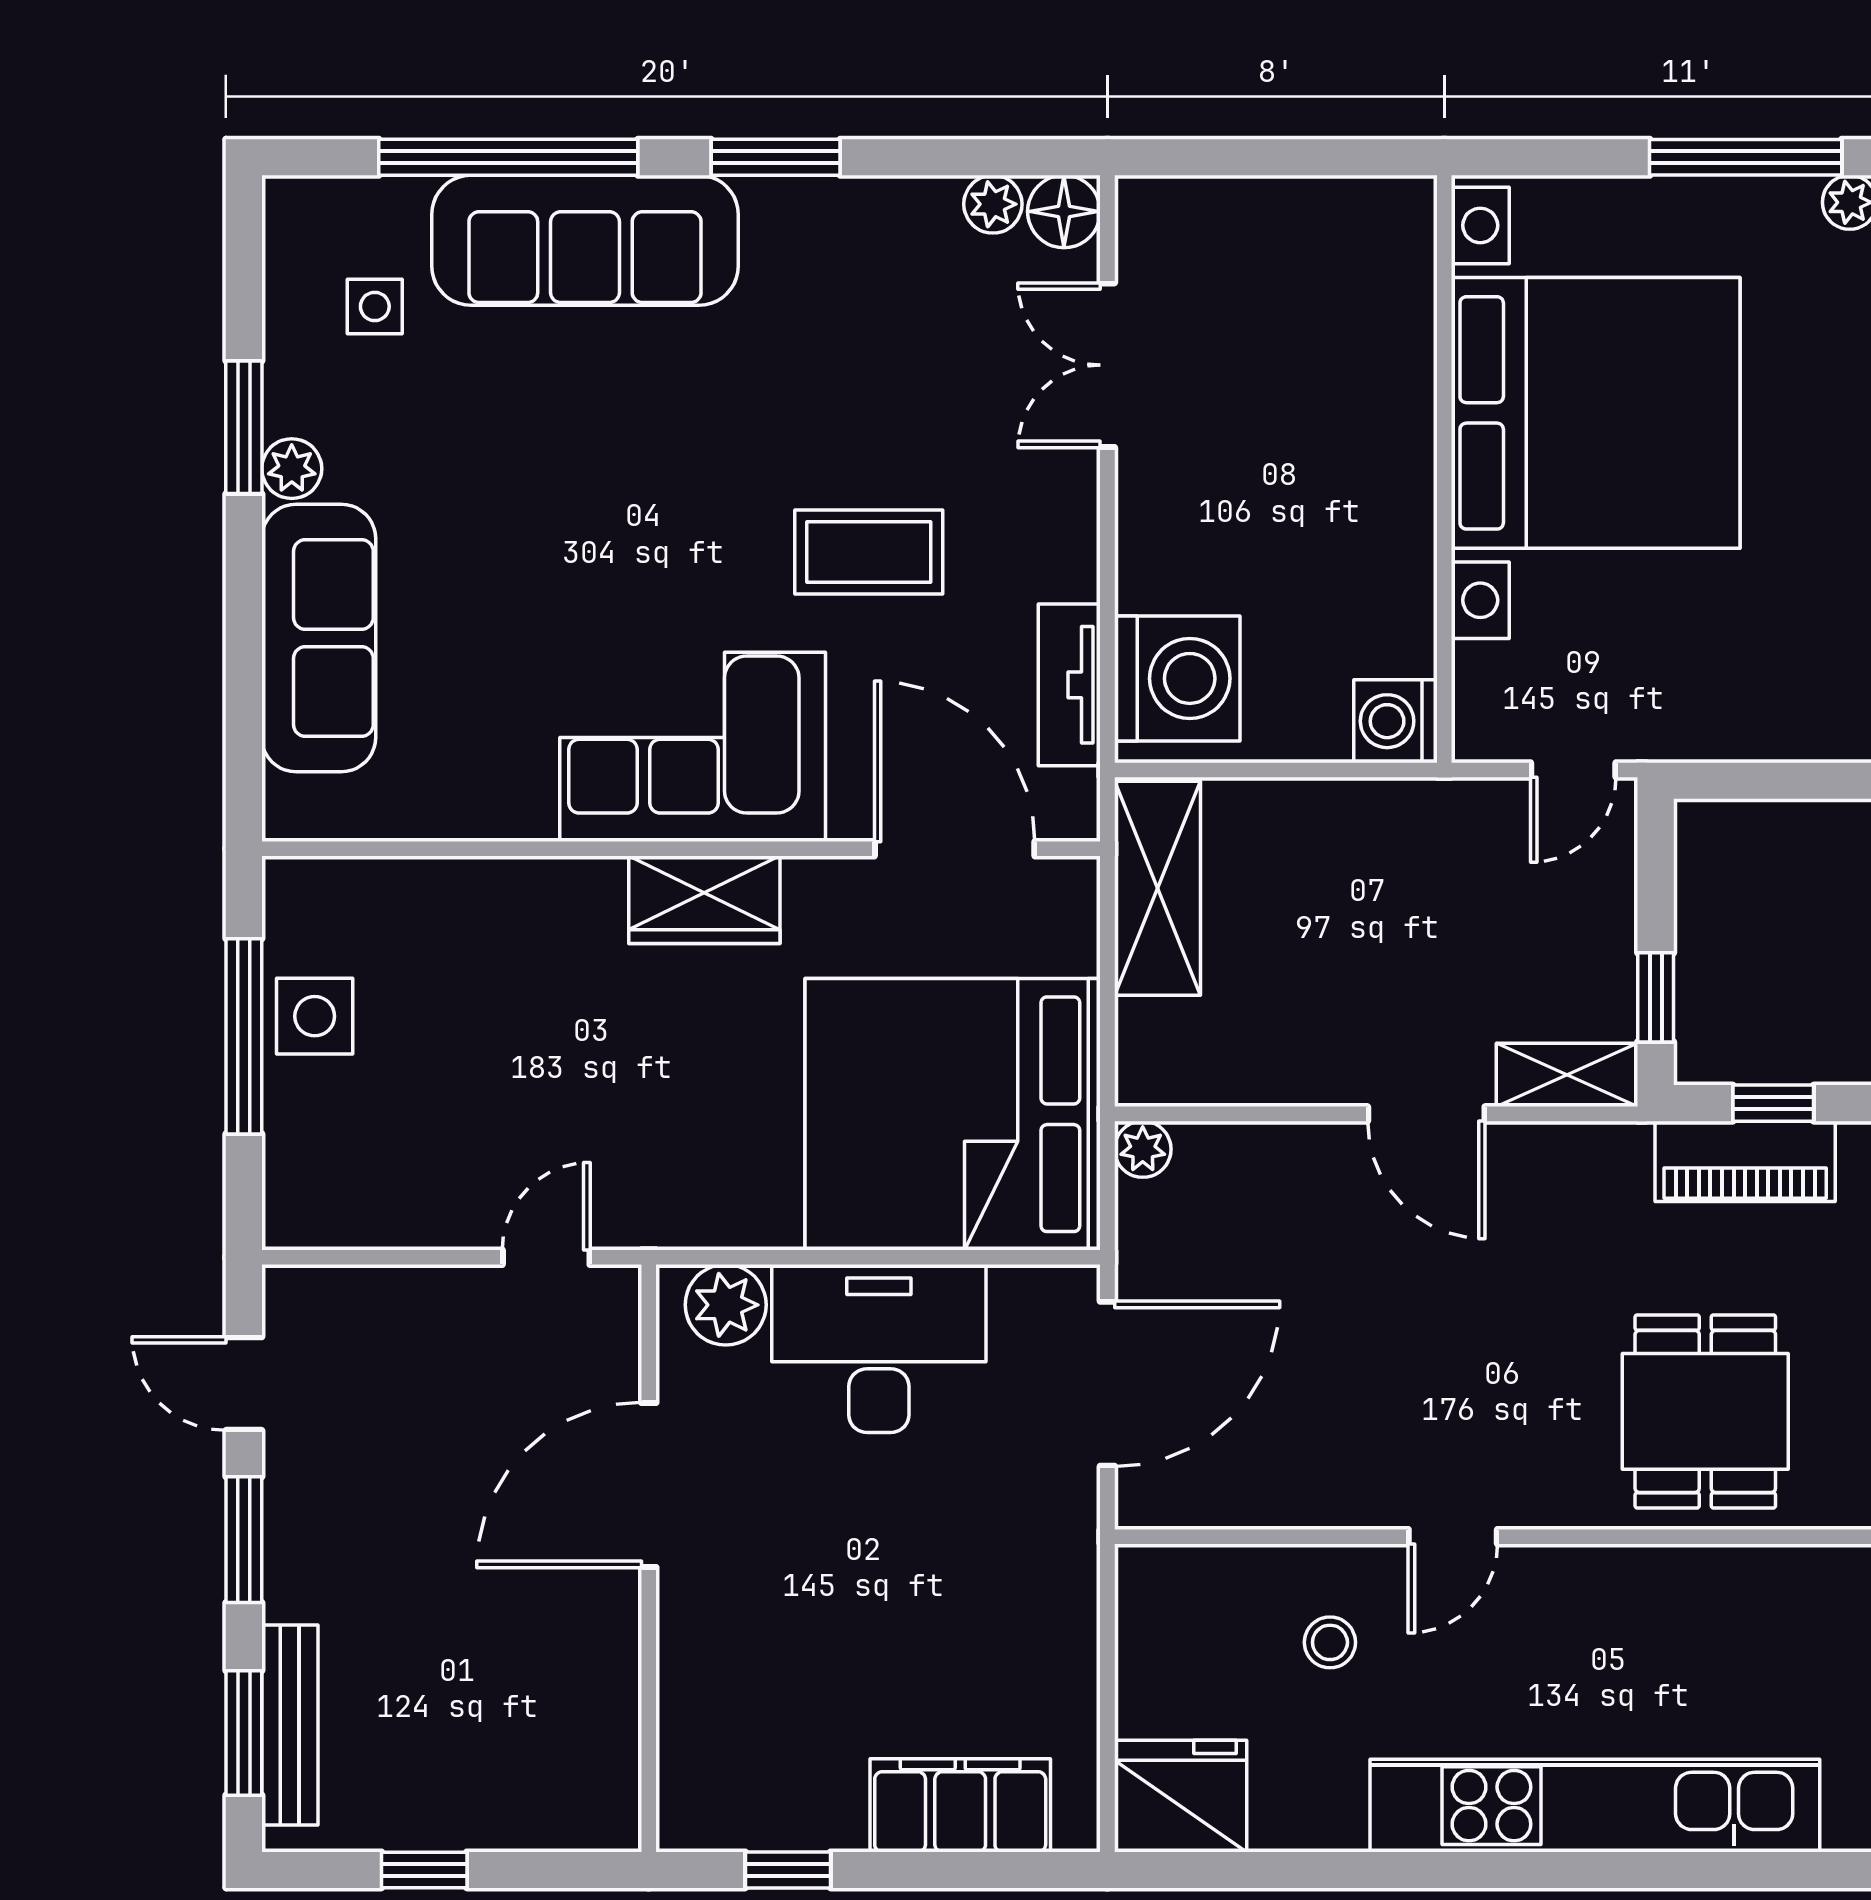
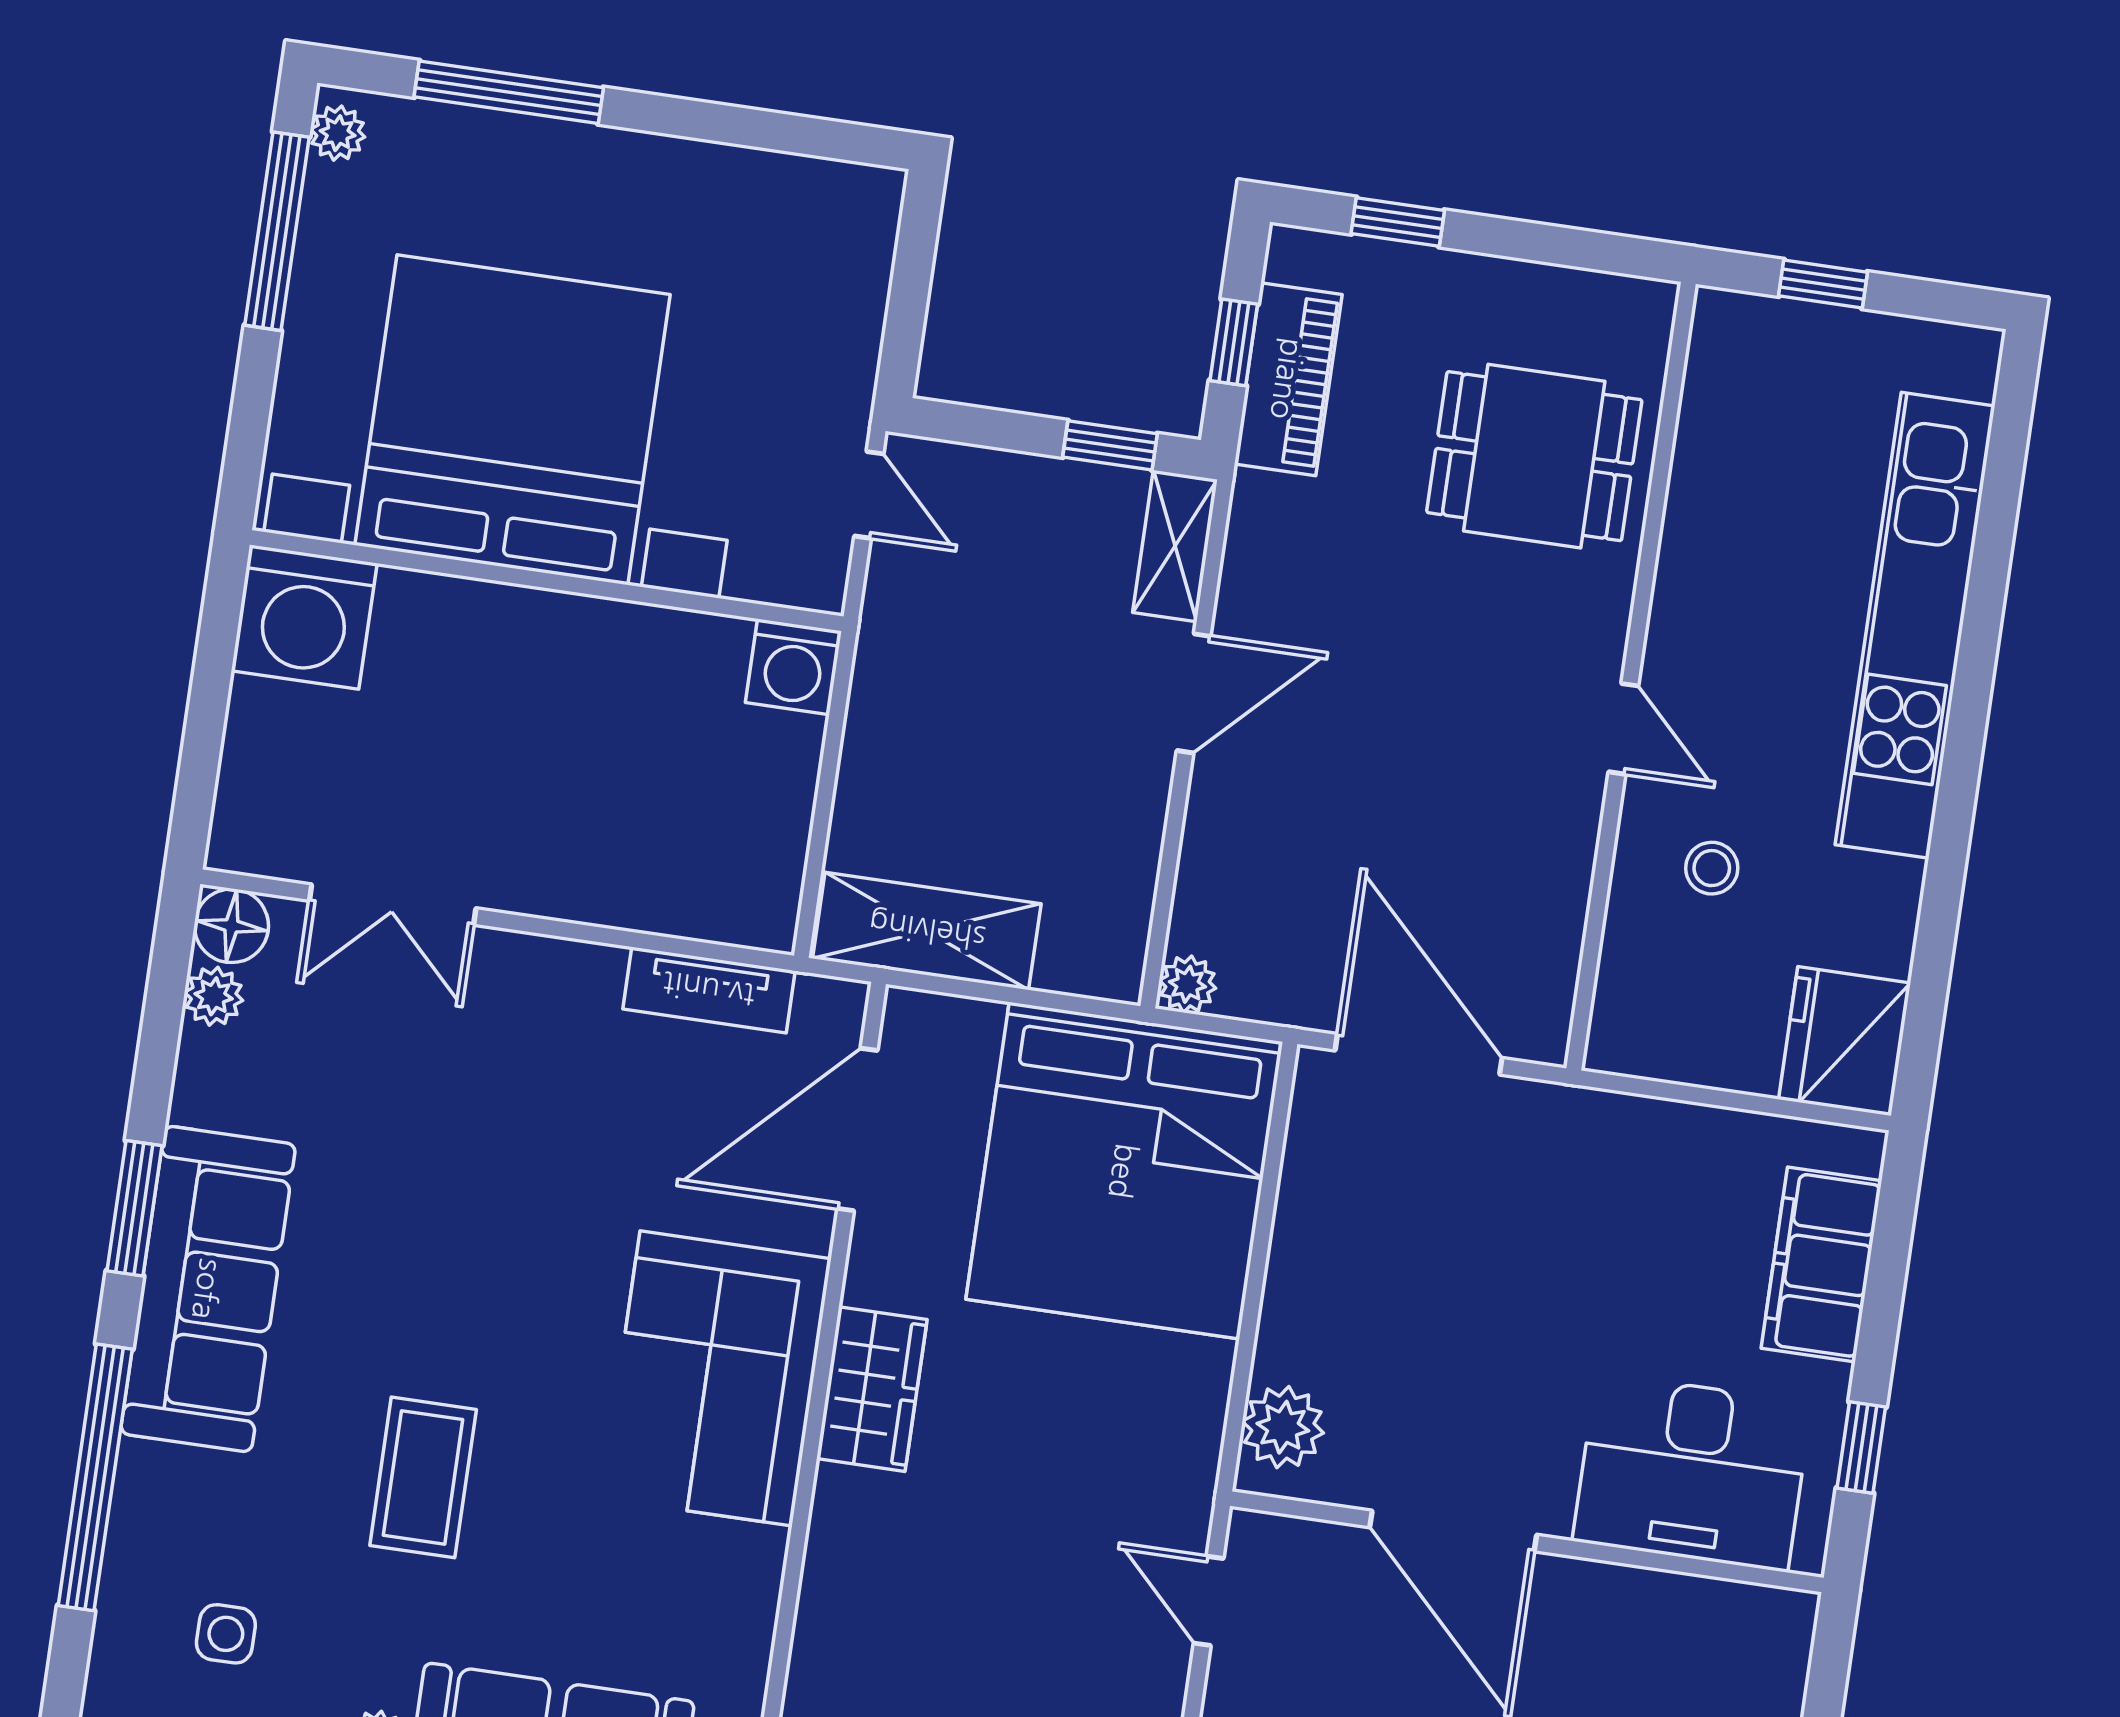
sofa: (585, 240) -> (208, 1289), moved
coffee table: (869, 552) -> (423, 1477), moved
washing machine: (1177, 678) -> (305, 617), moved, turned 180
desk: (879, 1348) -> (1692, 1472), moved, turned -90

